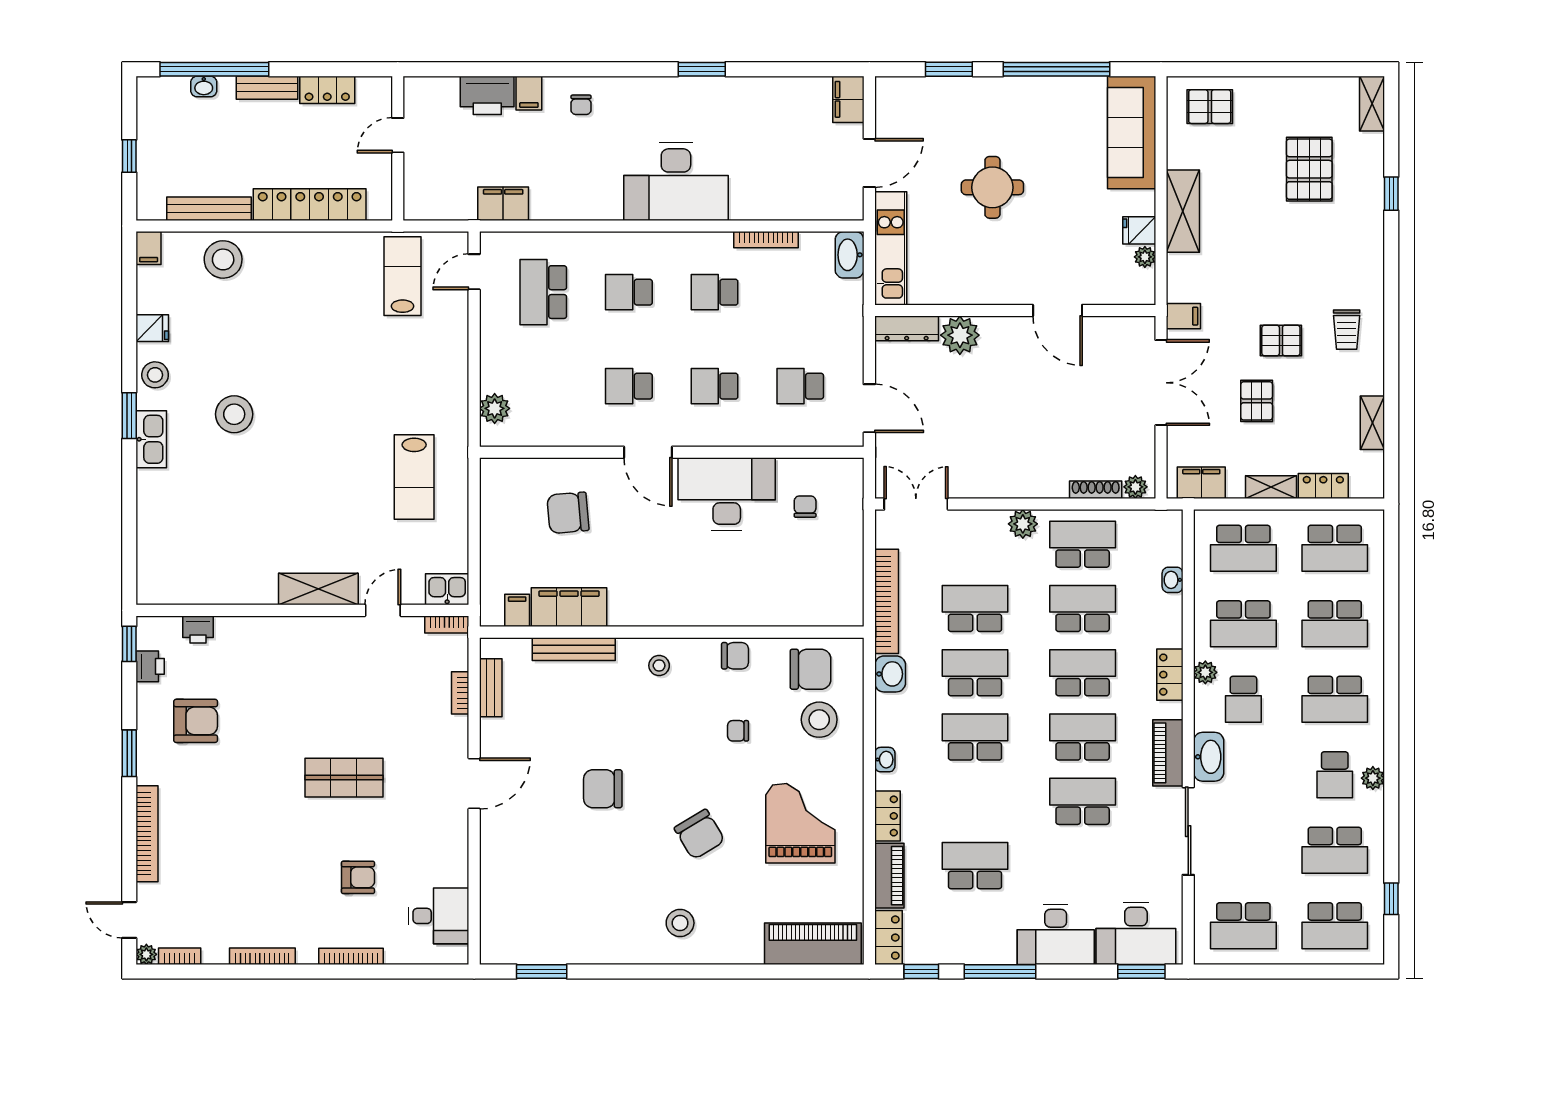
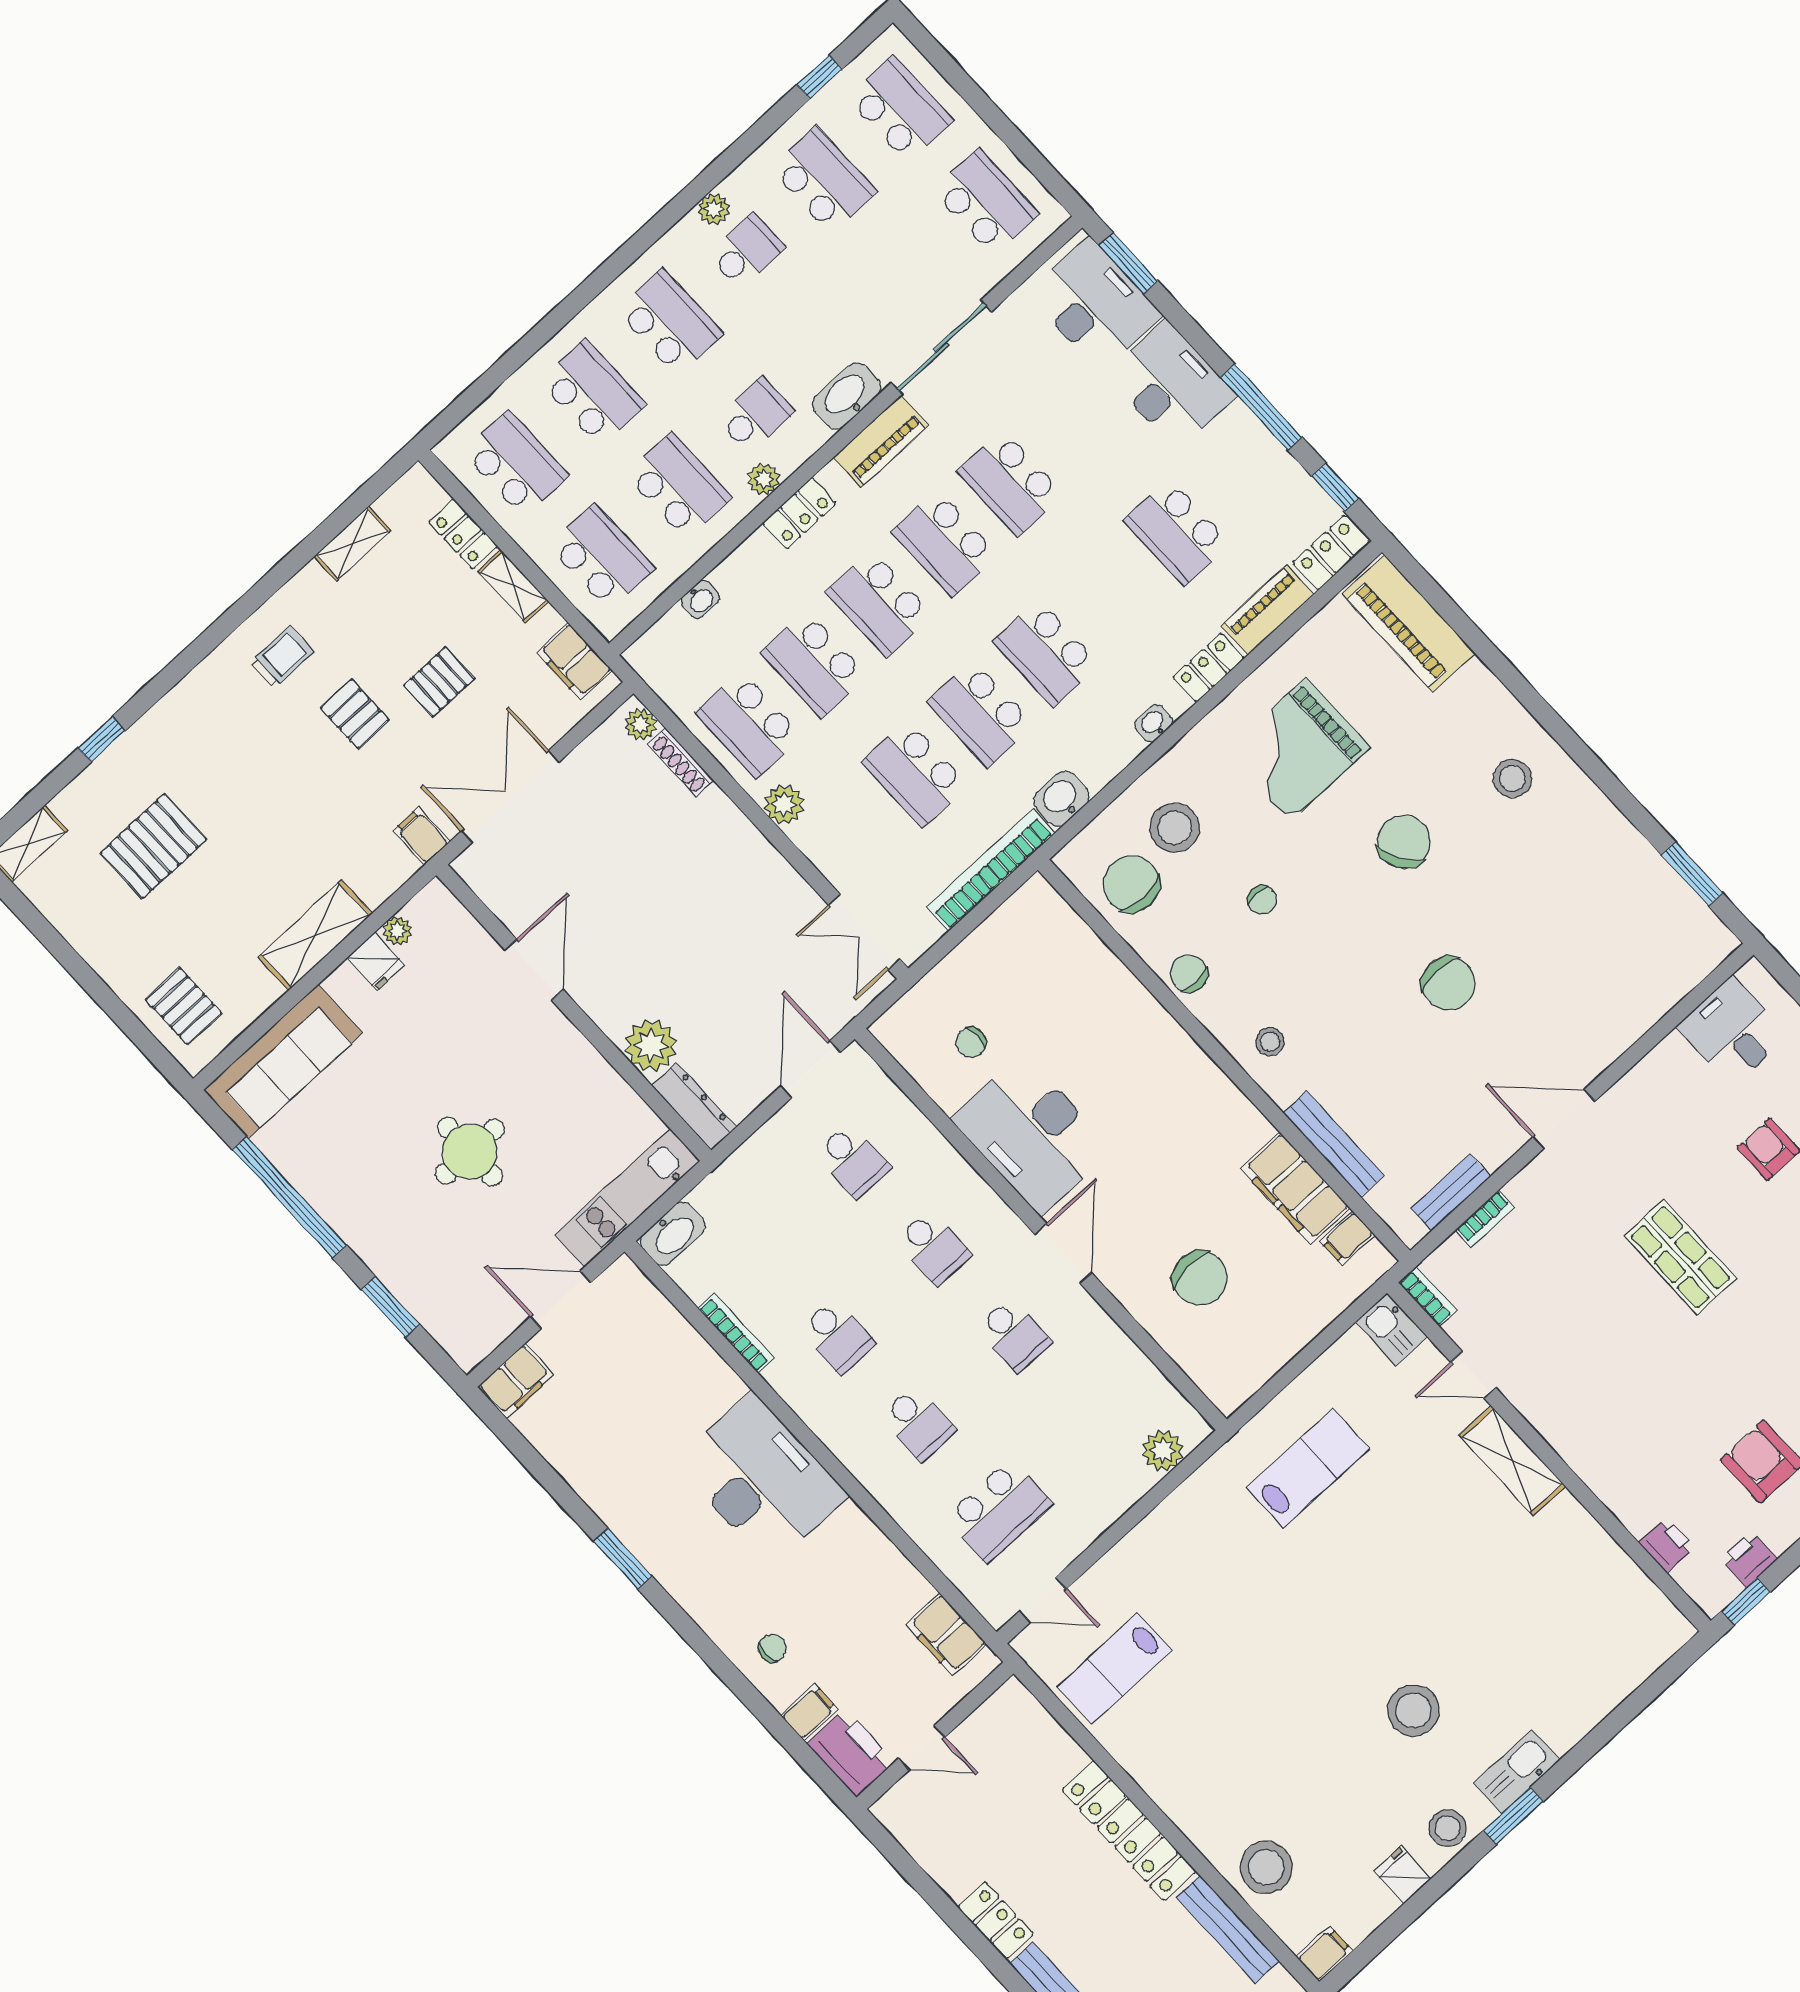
door: (398, 135) -> (922, 1748), moved
wall: (398, 148) -> (935, 1735), moved

